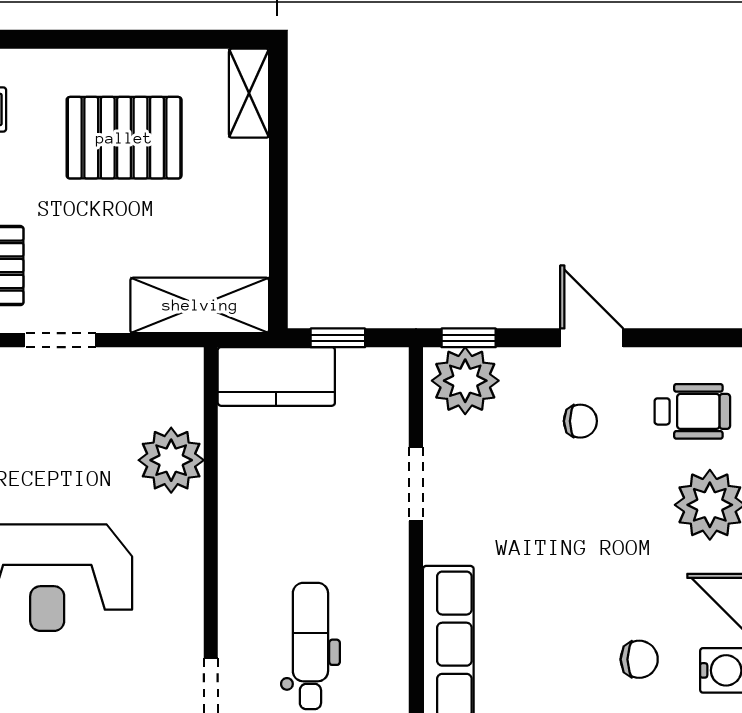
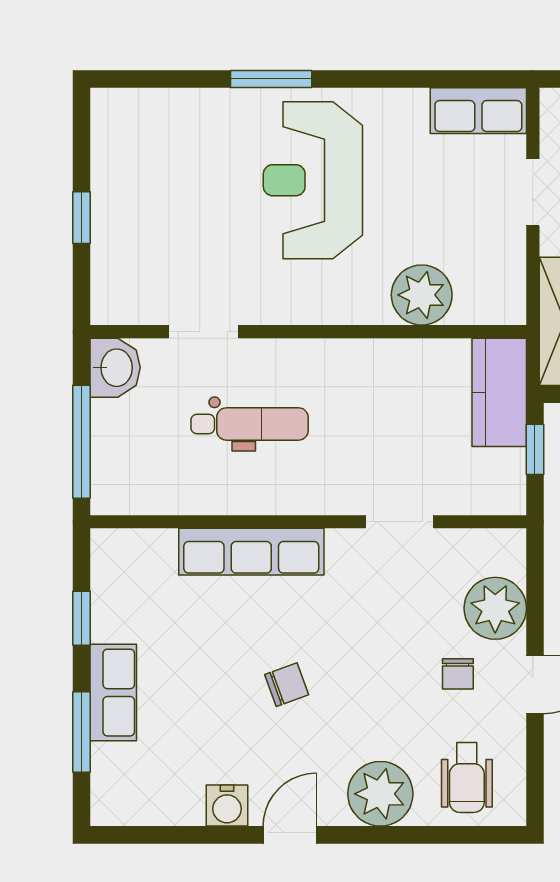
window: (469, 338) -> (535, 570), removed
plant: (465, 381) -> (495, 608), moved
chair: (639, 659) -> (287, 685), moved, turned -110

